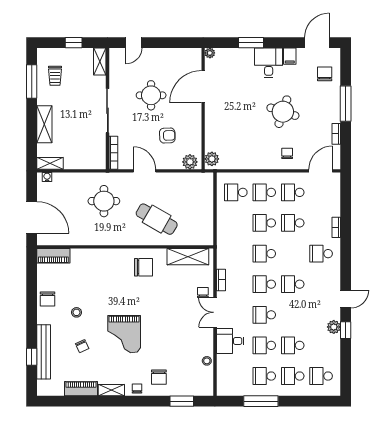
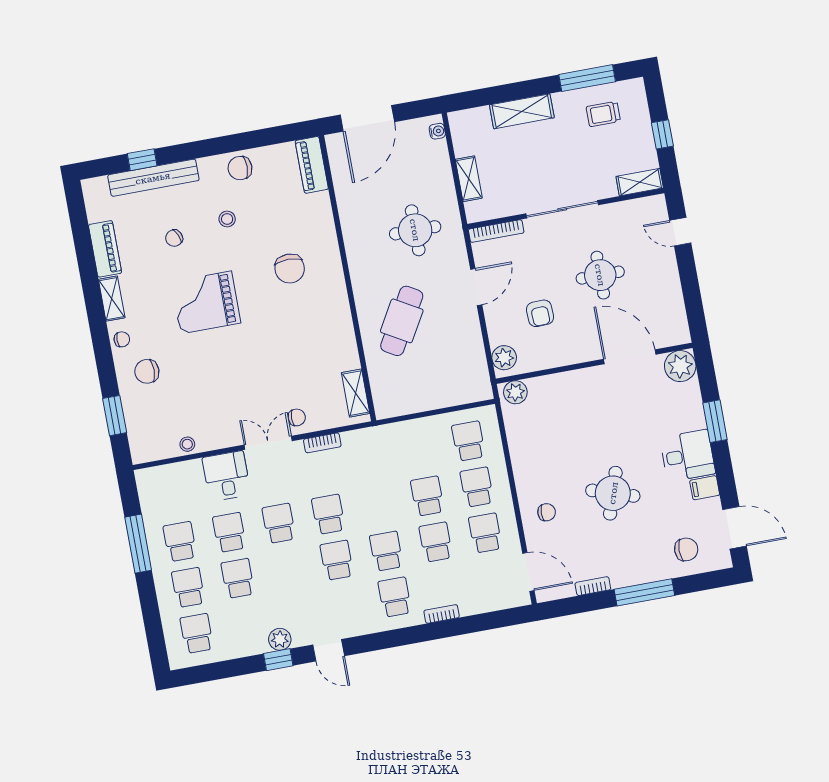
plant: (210, 53) -> (680, 366), width x1.88, depth x1.88
shelving: (50, 163) -> (469, 179), moved
school desk: (264, 254) -> (386, 551), moved
shelving: (188, 257) -> (356, 393), width x0.67, depth x0.75
chair: (143, 267) -> (290, 269), moved

